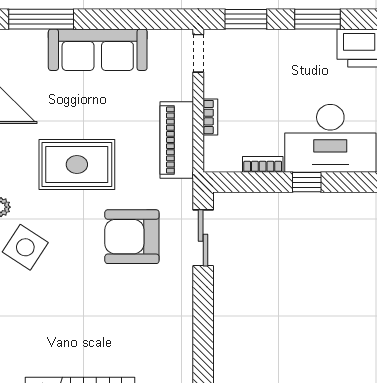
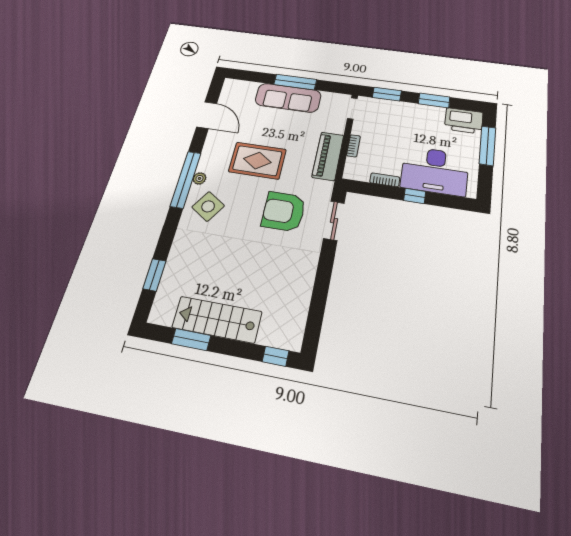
window: (41, 19) -> (295, 82), moved

